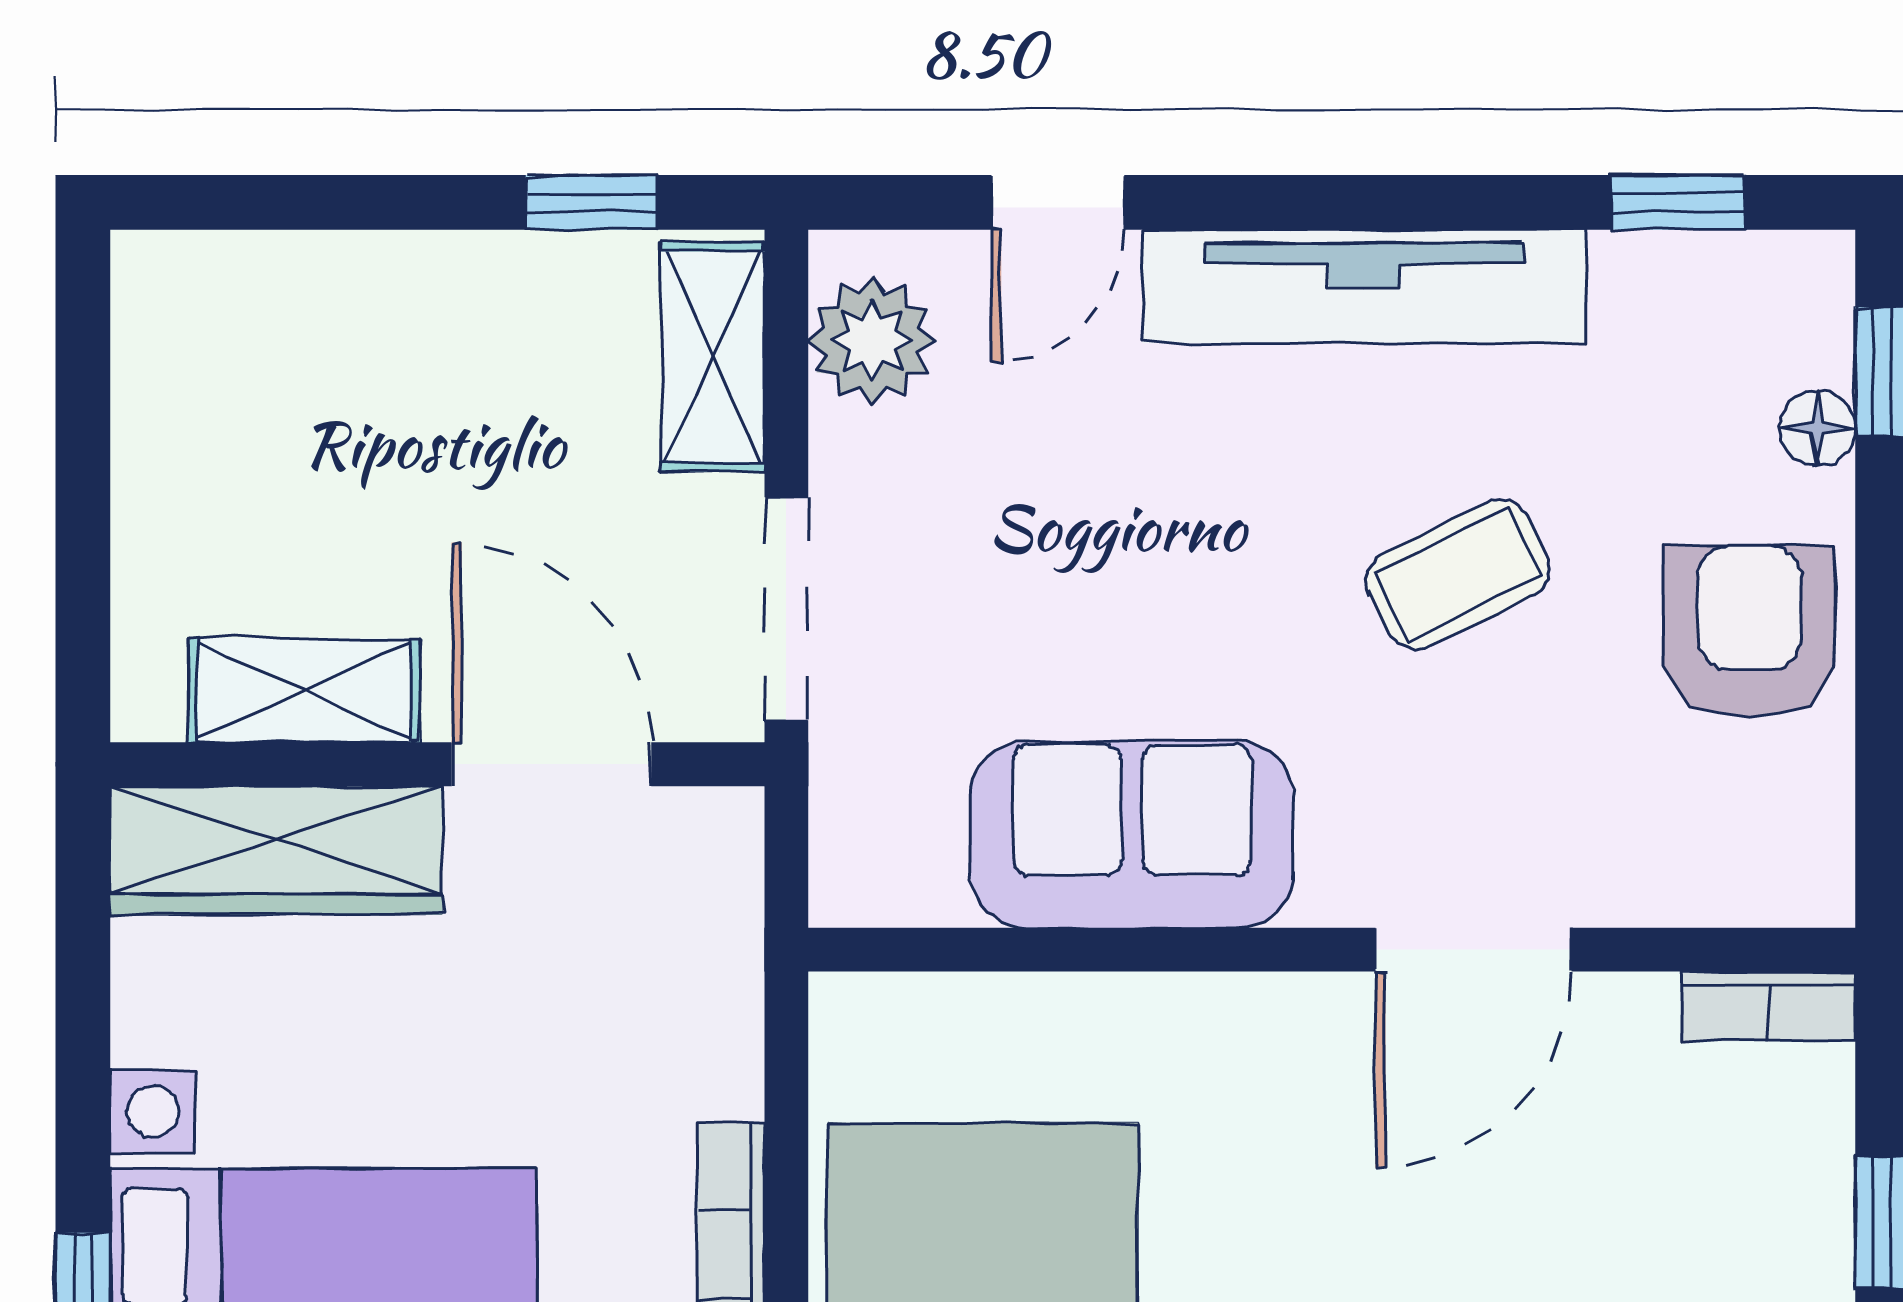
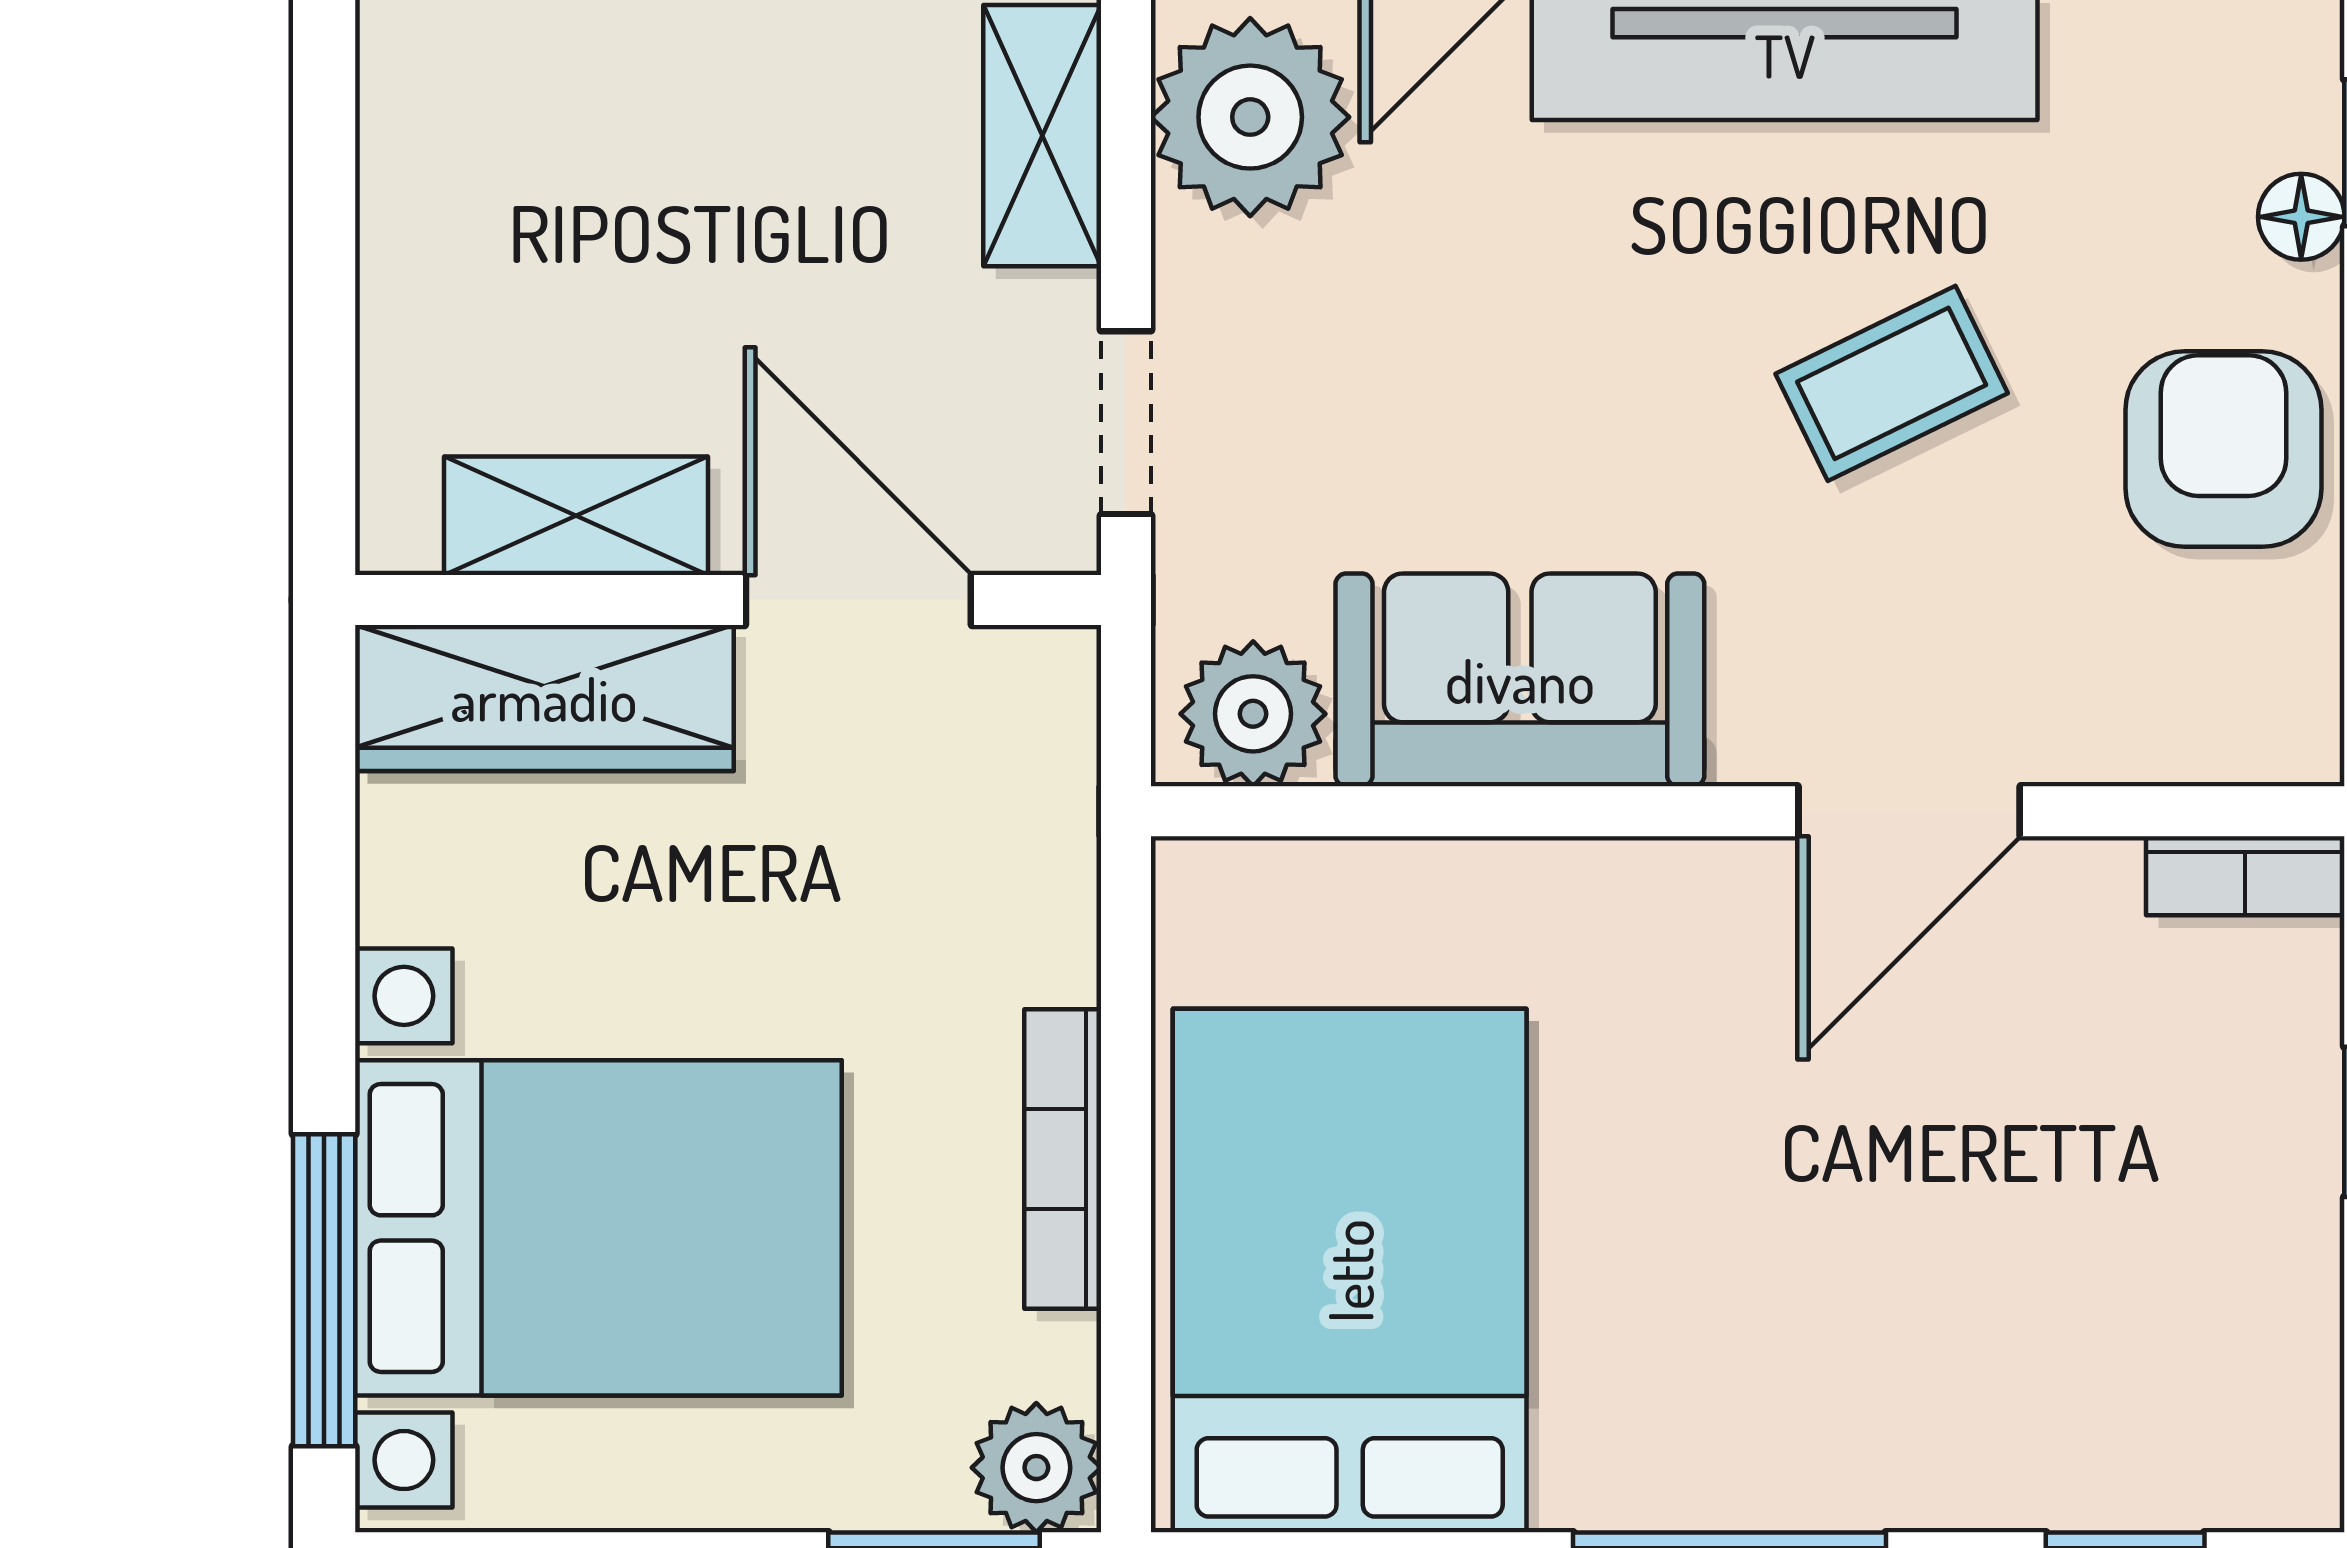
plant: (872, 341) -> (1250, 117), width x1.36, depth x1.36
doorway: (786, 609) -> (1126, 423), width x0.73
plant: (898, 864) -> (1253, 714), added

